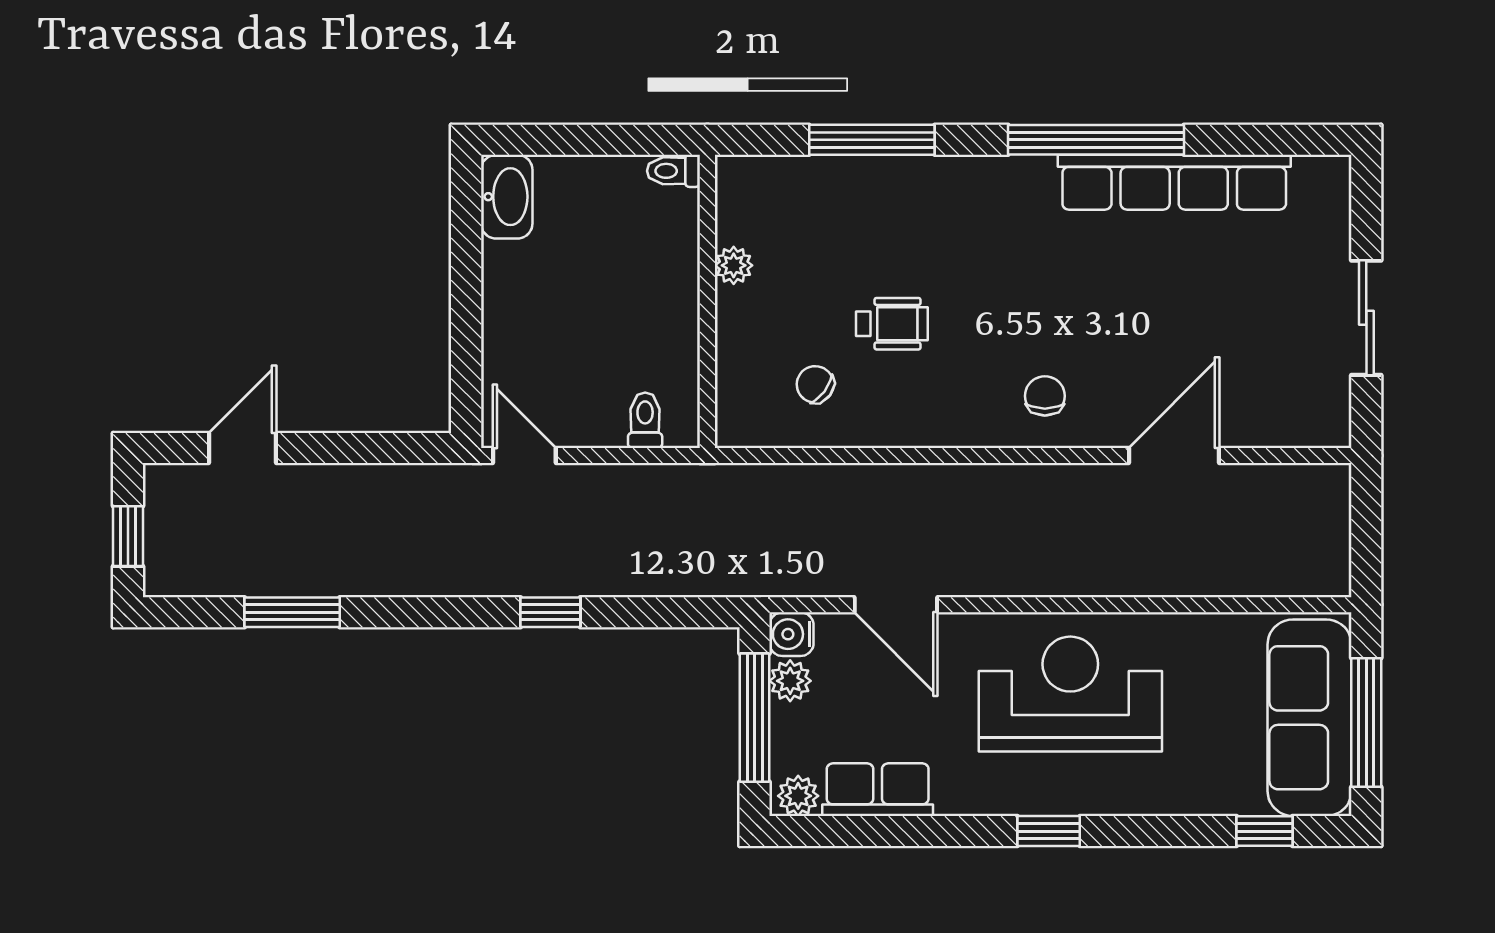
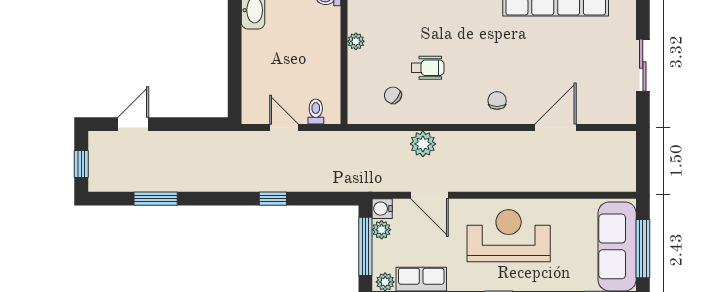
door: (524, 456) -> (284, 128), moved
plant: (881, 492) -> (423, 144), added

